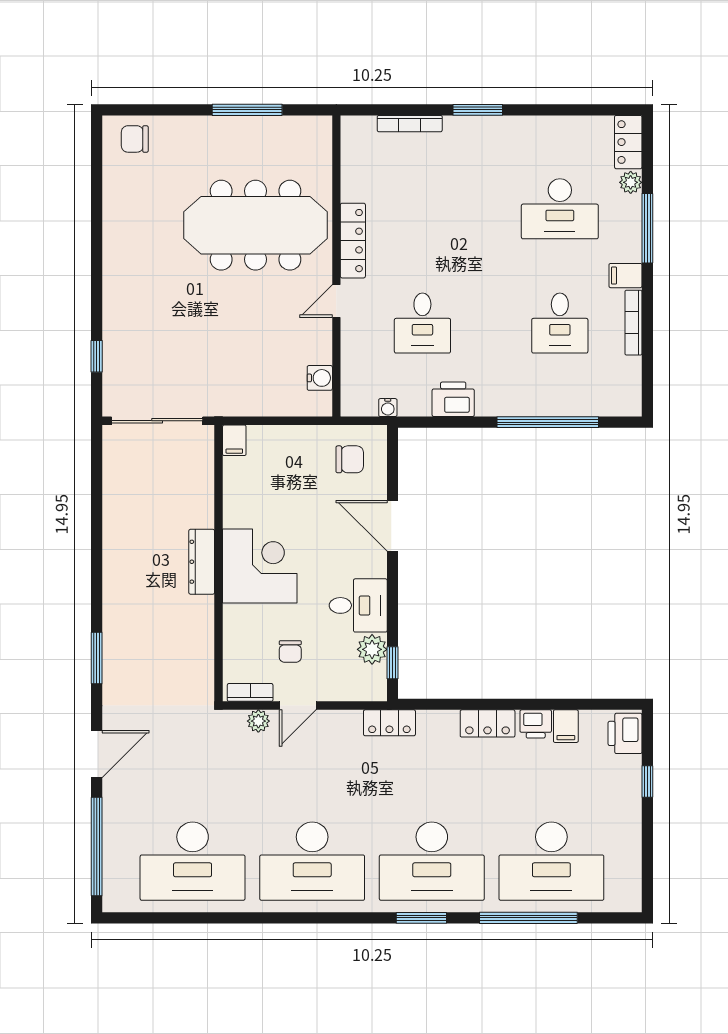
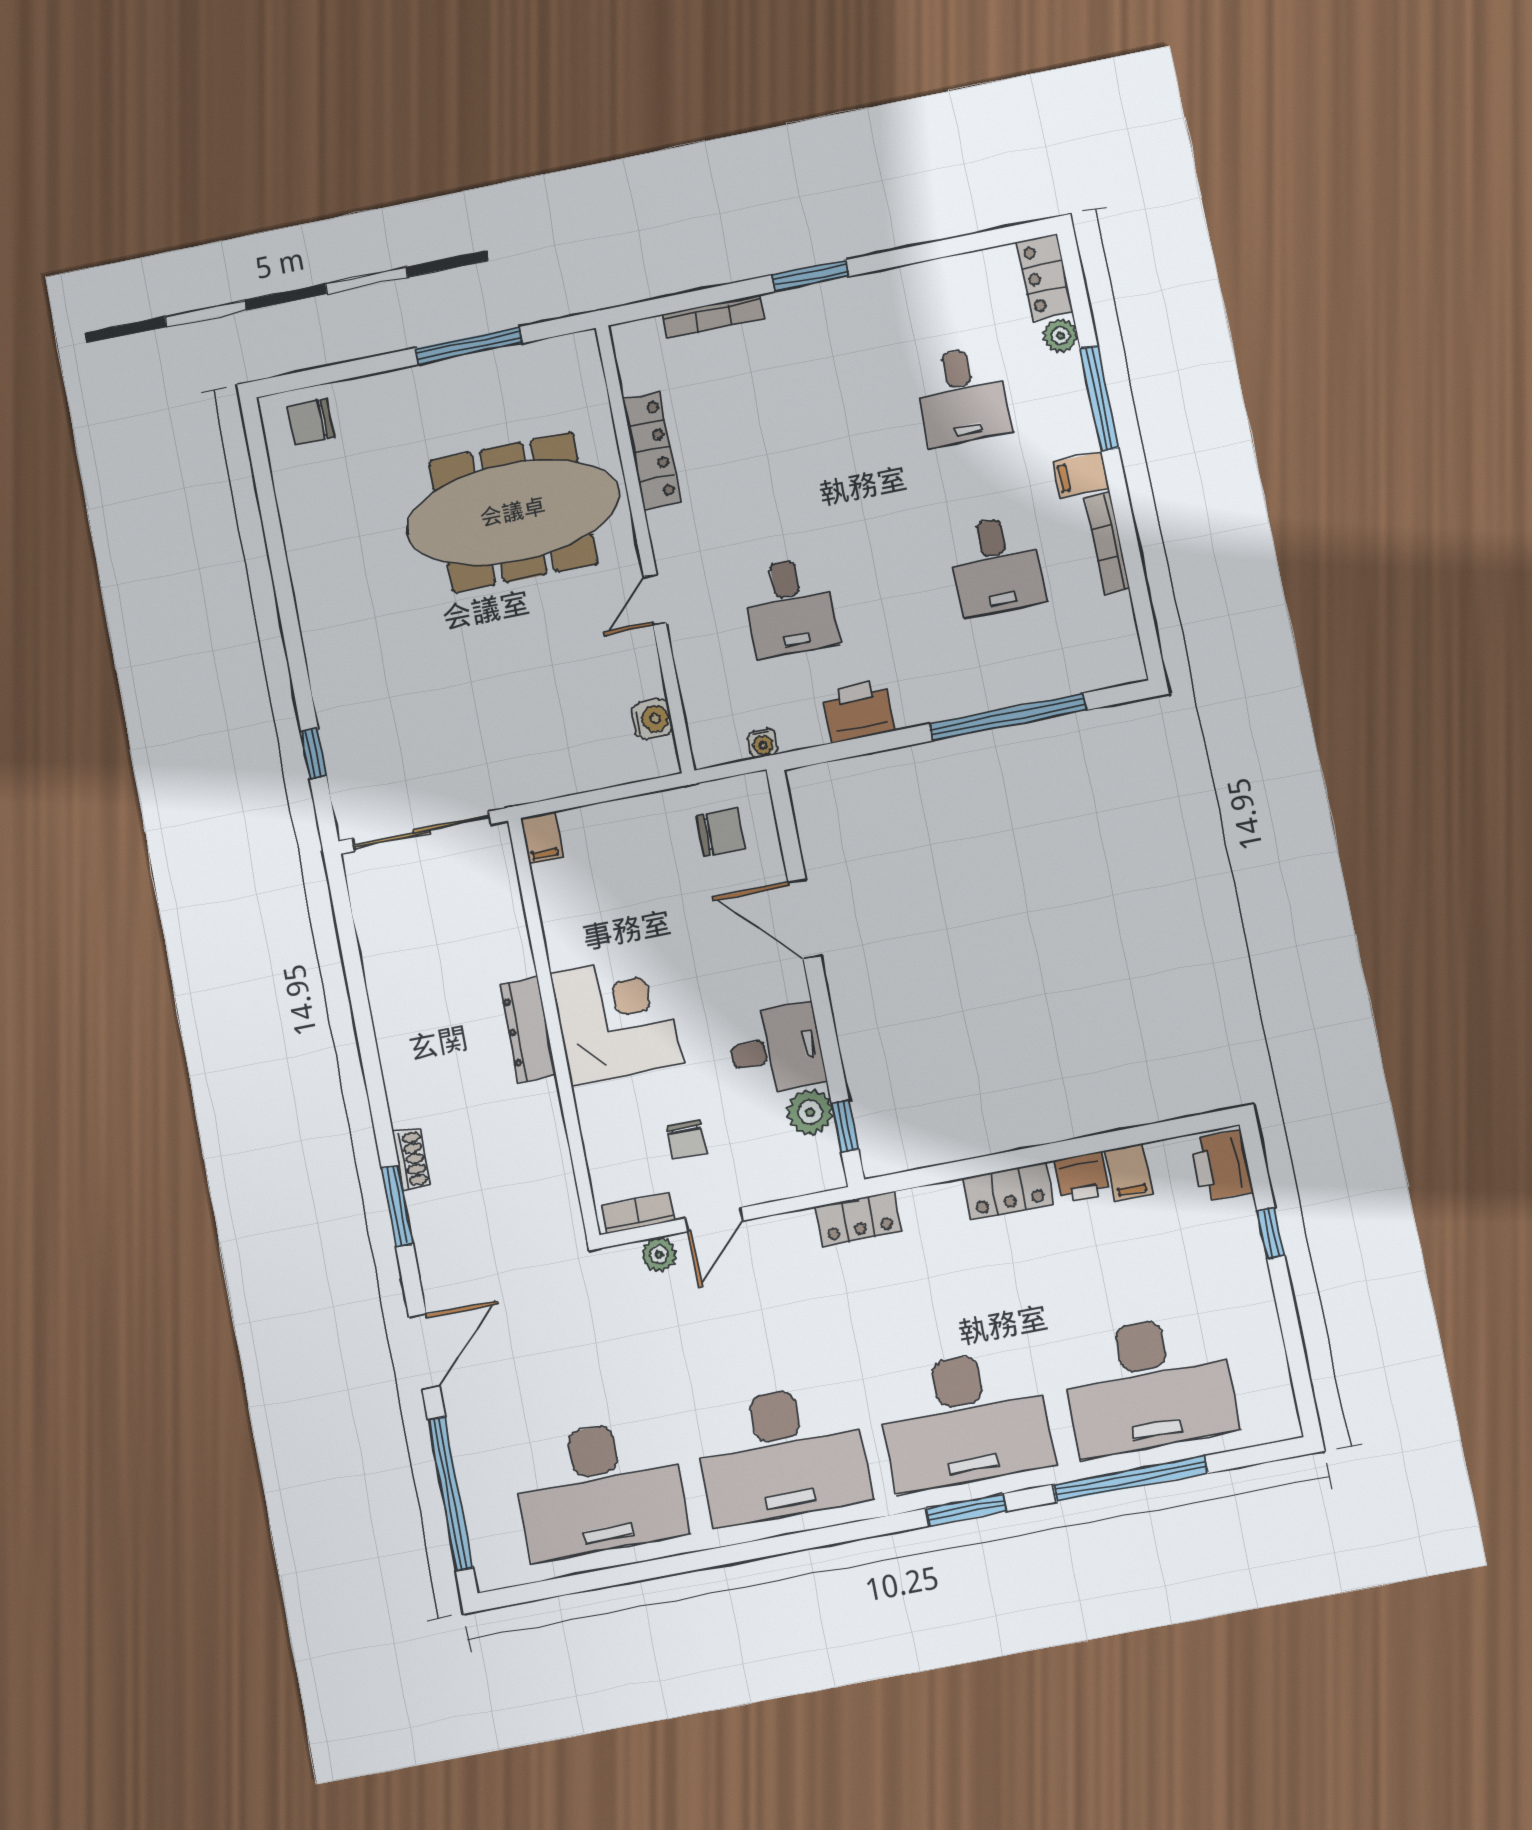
desk: (560, 209) -> (962, 396), width x0.73
locker: (353, 241) -> (651, 450), moved
shoe rack: (111, 630) -> (411, 1159), added

